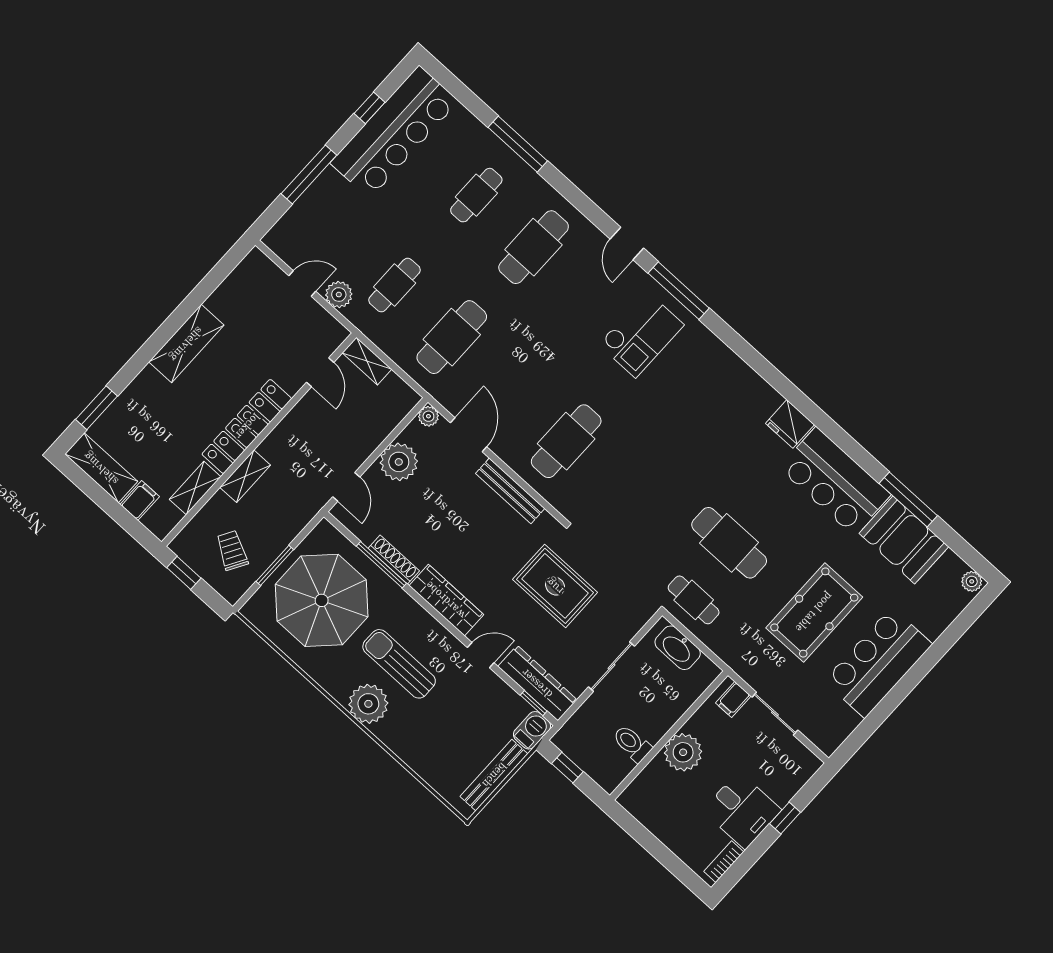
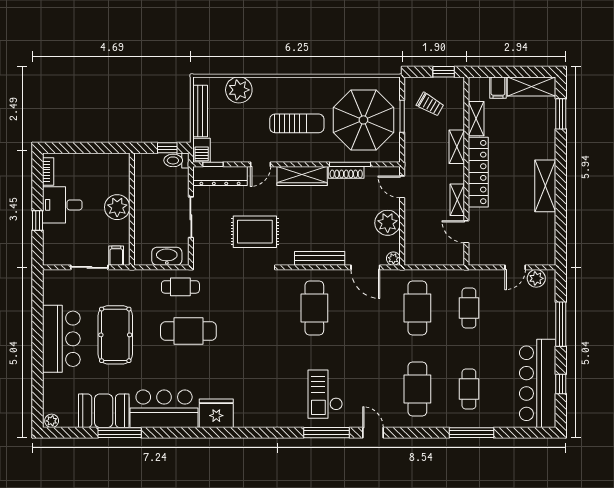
plant: (339, 294) -> (536, 278), moved
shelving: (367, 361) -> (457, 200), moved, turned 90
fridge: (790, 424) -> (216, 413), width x1.36, depth x1.34
plant: (368, 704) -> (239, 90), moved
toilet: (632, 743) -> (176, 160), moved, turned 180

